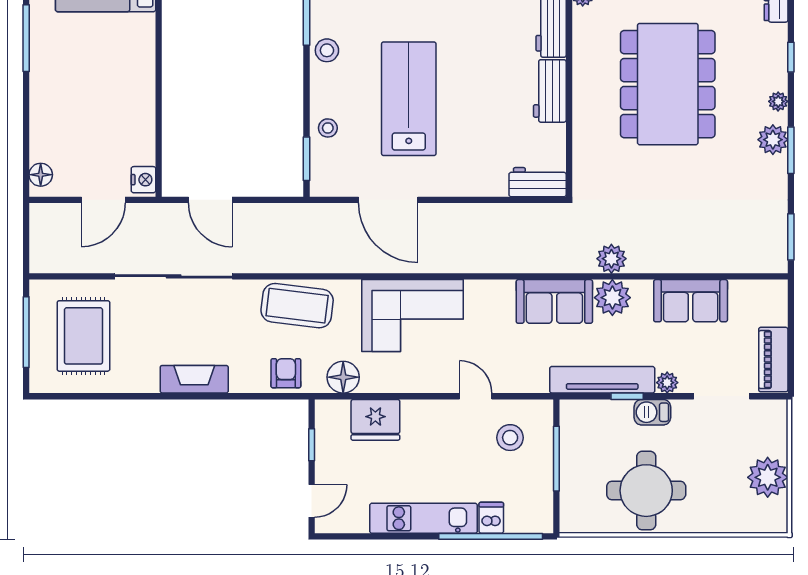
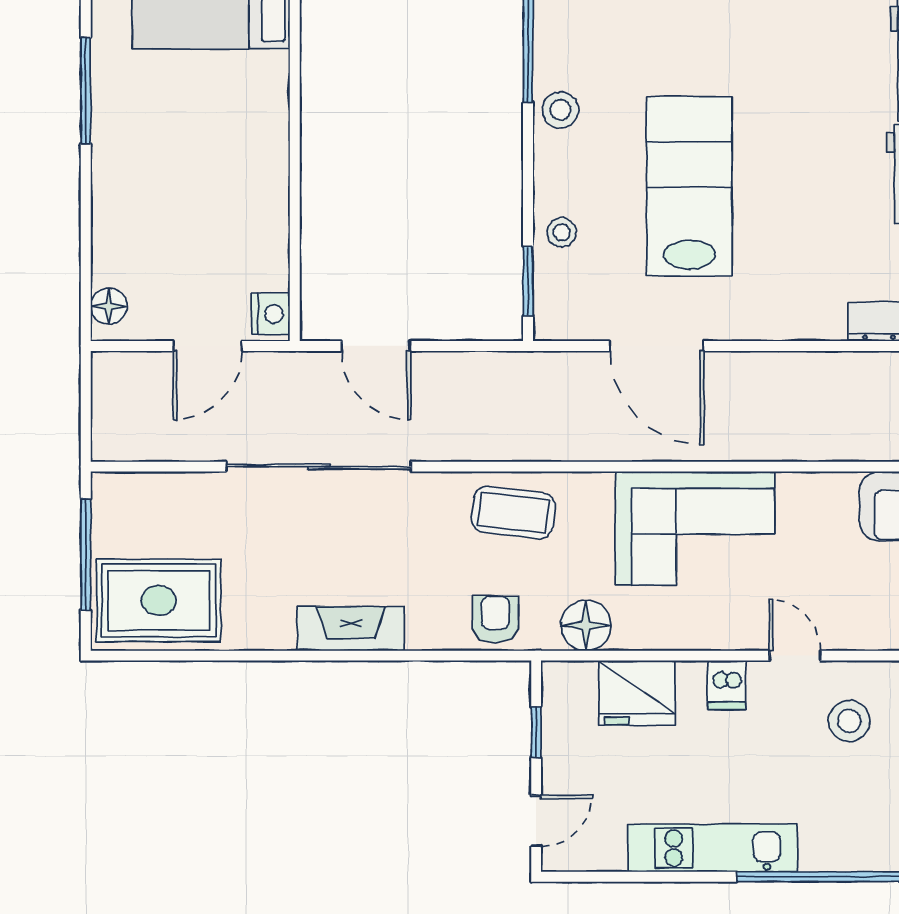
coffee table: (297, 306) -> (513, 513), width x0.73, depth x0.76
rug: (83, 336) -> (159, 600), moved, turned 90
dishwasher: (491, 518) -> (727, 685), moved, turned 180

